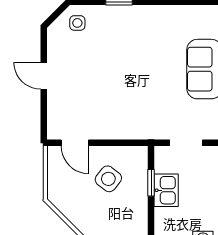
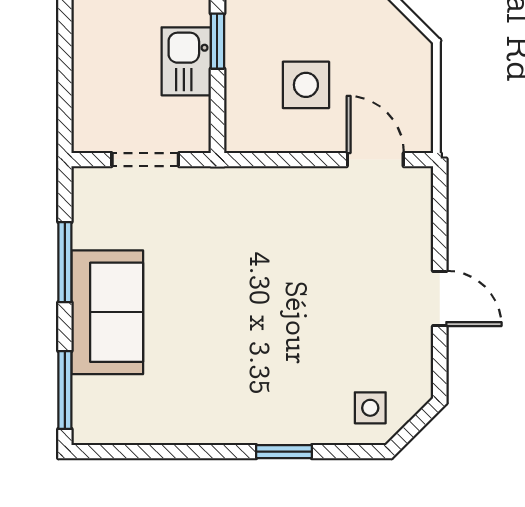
side table: (108, 179) -> (306, 85), turned -38
window: (151, 183) -> (217, 41), moved

